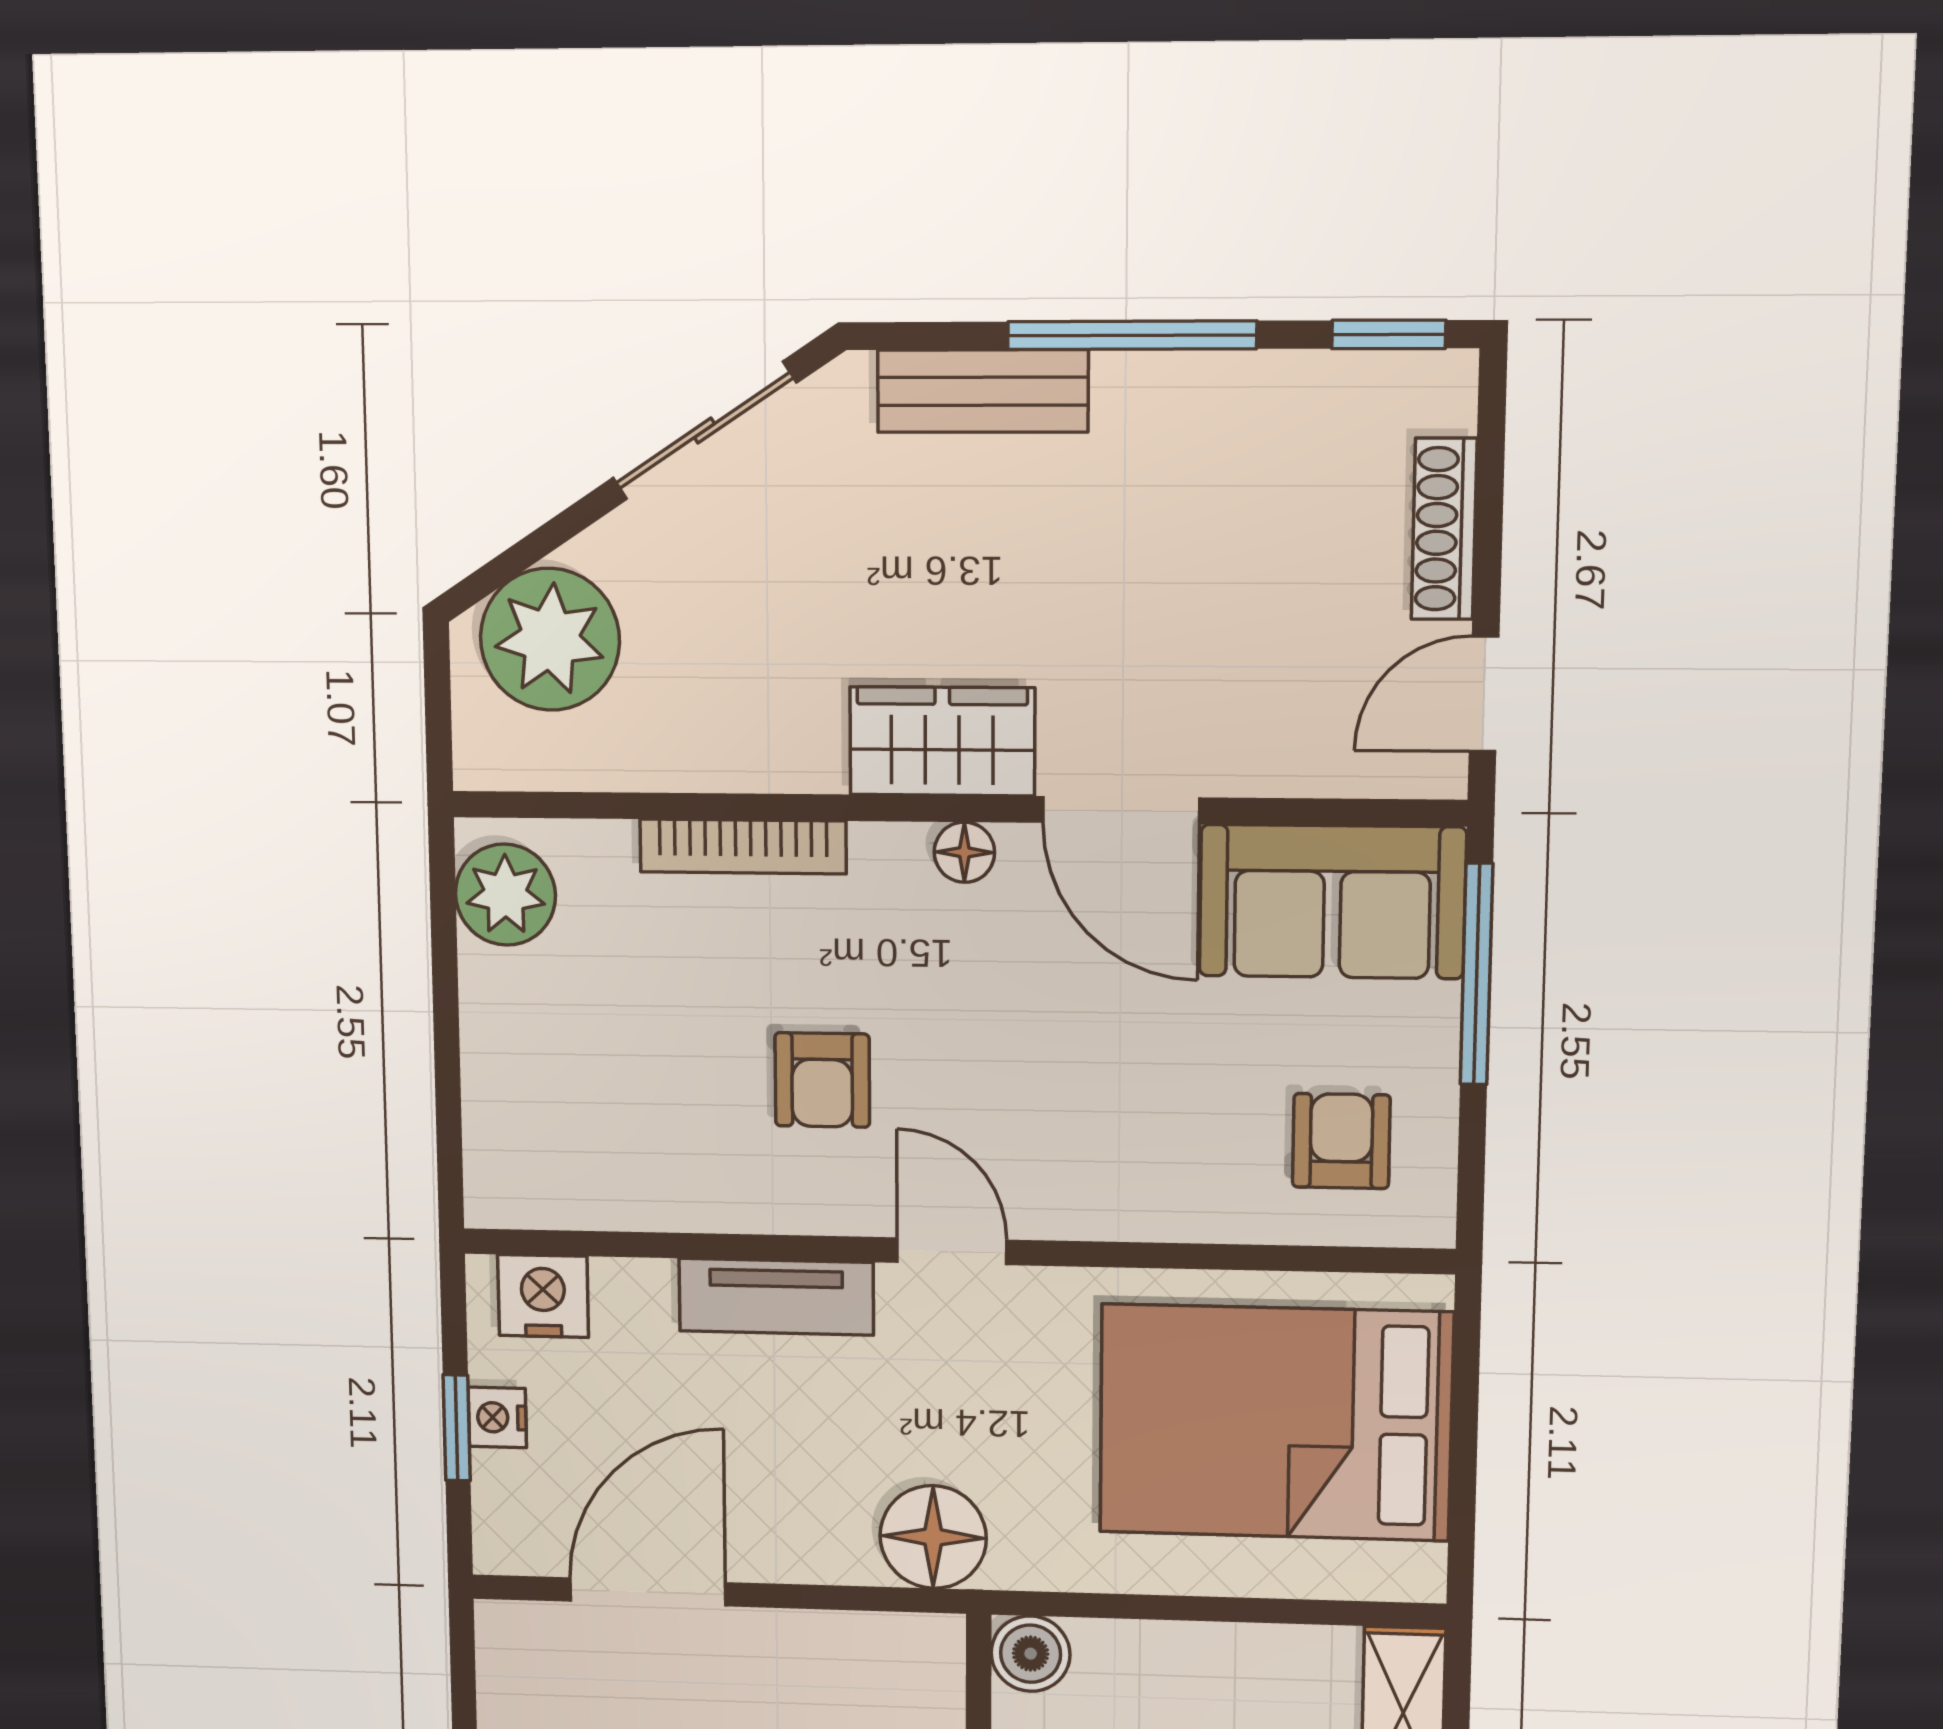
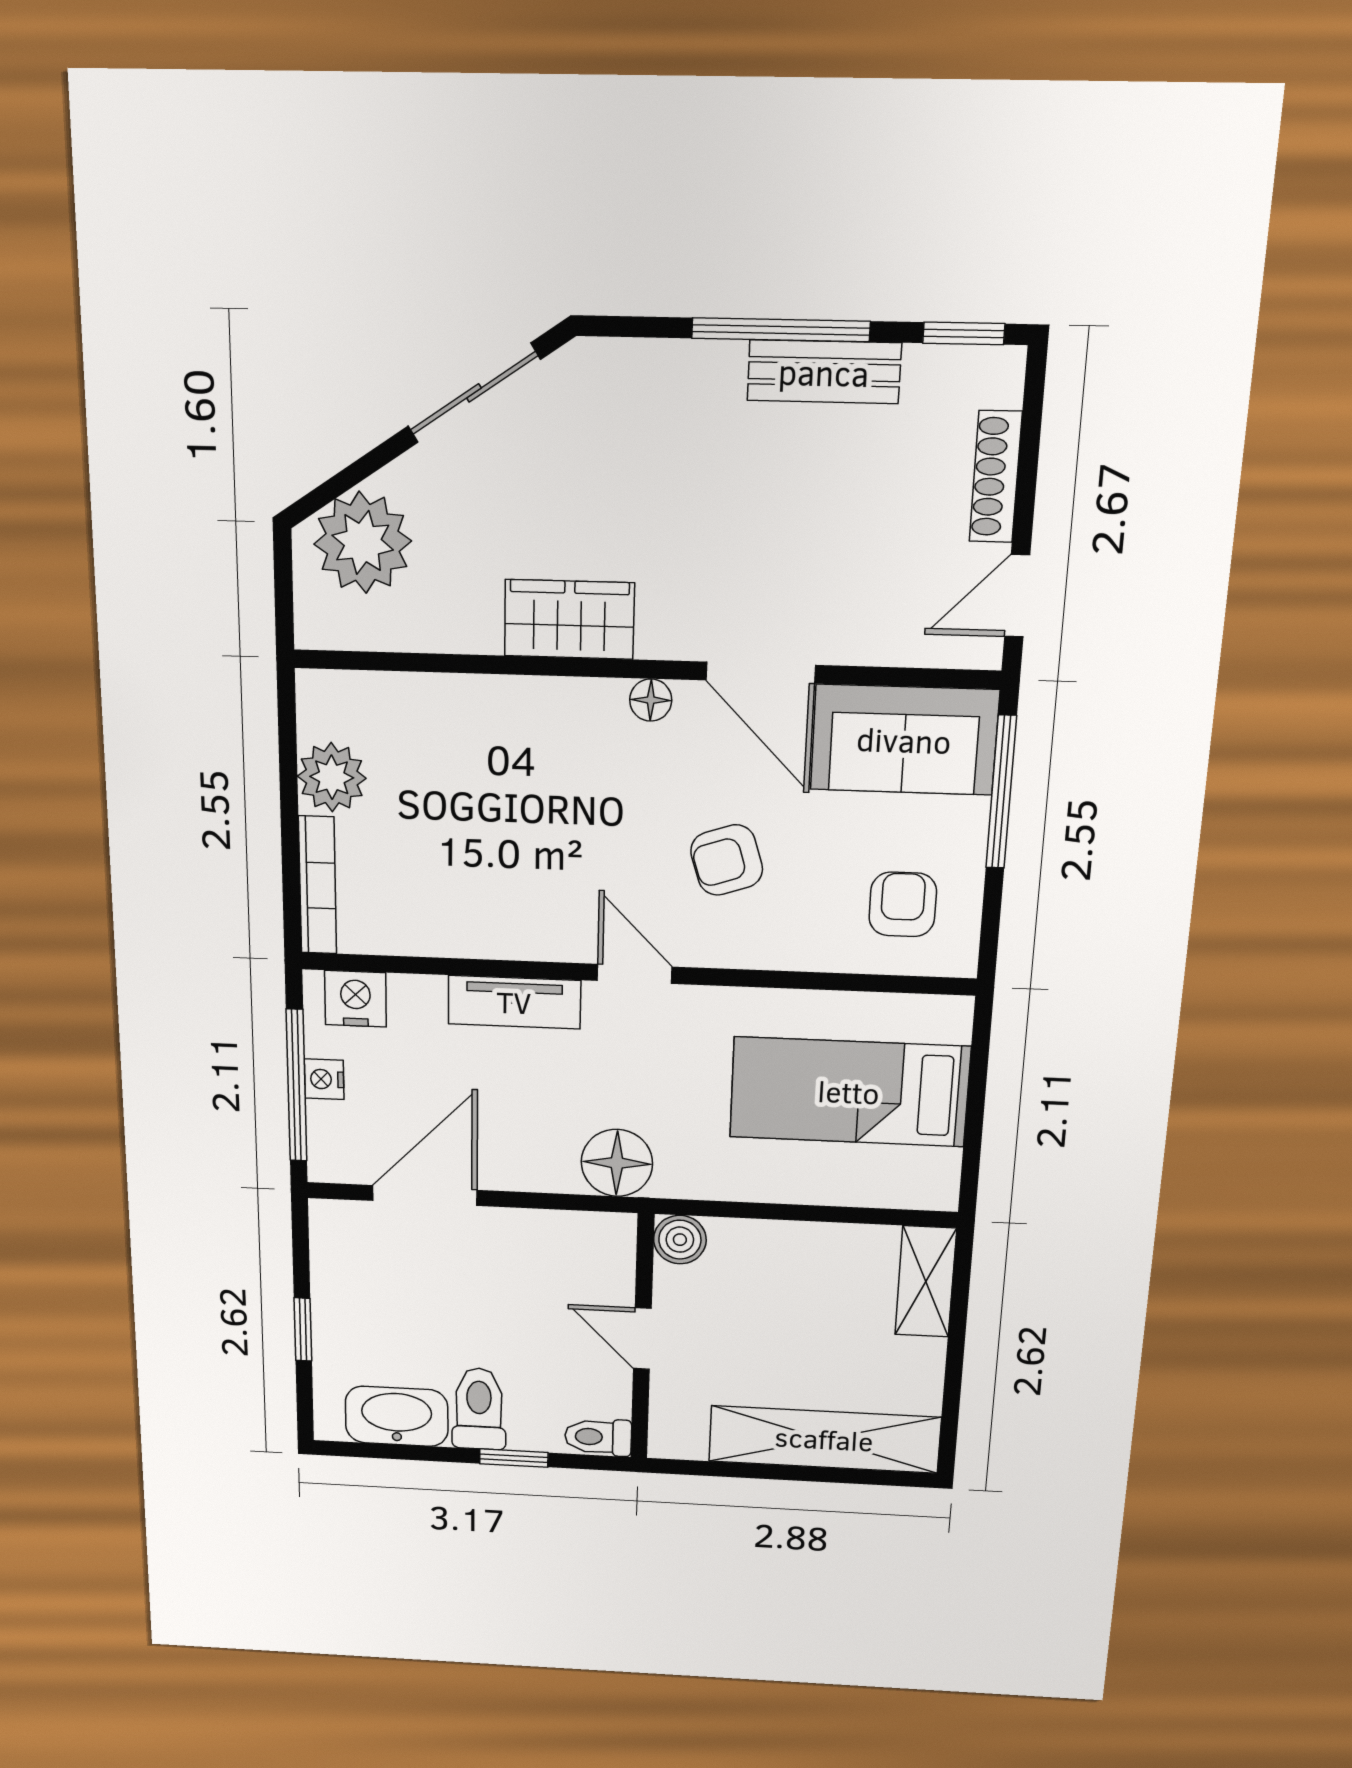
bench: (983, 391) -> (824, 372), moved
wardrobe: (942, 741) -> (569, 619), moved
bookcase: (743, 847) -> (318, 885), moved, turned -90
plant: (505, 895) -> (332, 777), moved
armchair: (822, 1080) -> (727, 860), moved, turned 72
bed: (1275, 1423) -> (849, 1092), width x0.67
window: (457, 1428) -> (297, 1086), width x2.17

